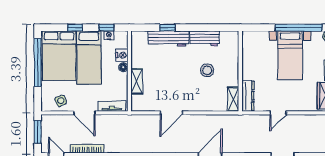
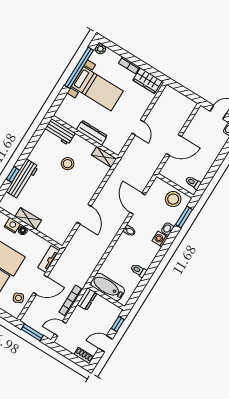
workbench: (205, 39) -> (60, 132), moved, turned 90
shelving: (137, 81) -> (28, 218), moved
dresser: (248, 96) -> (92, 133), moved

